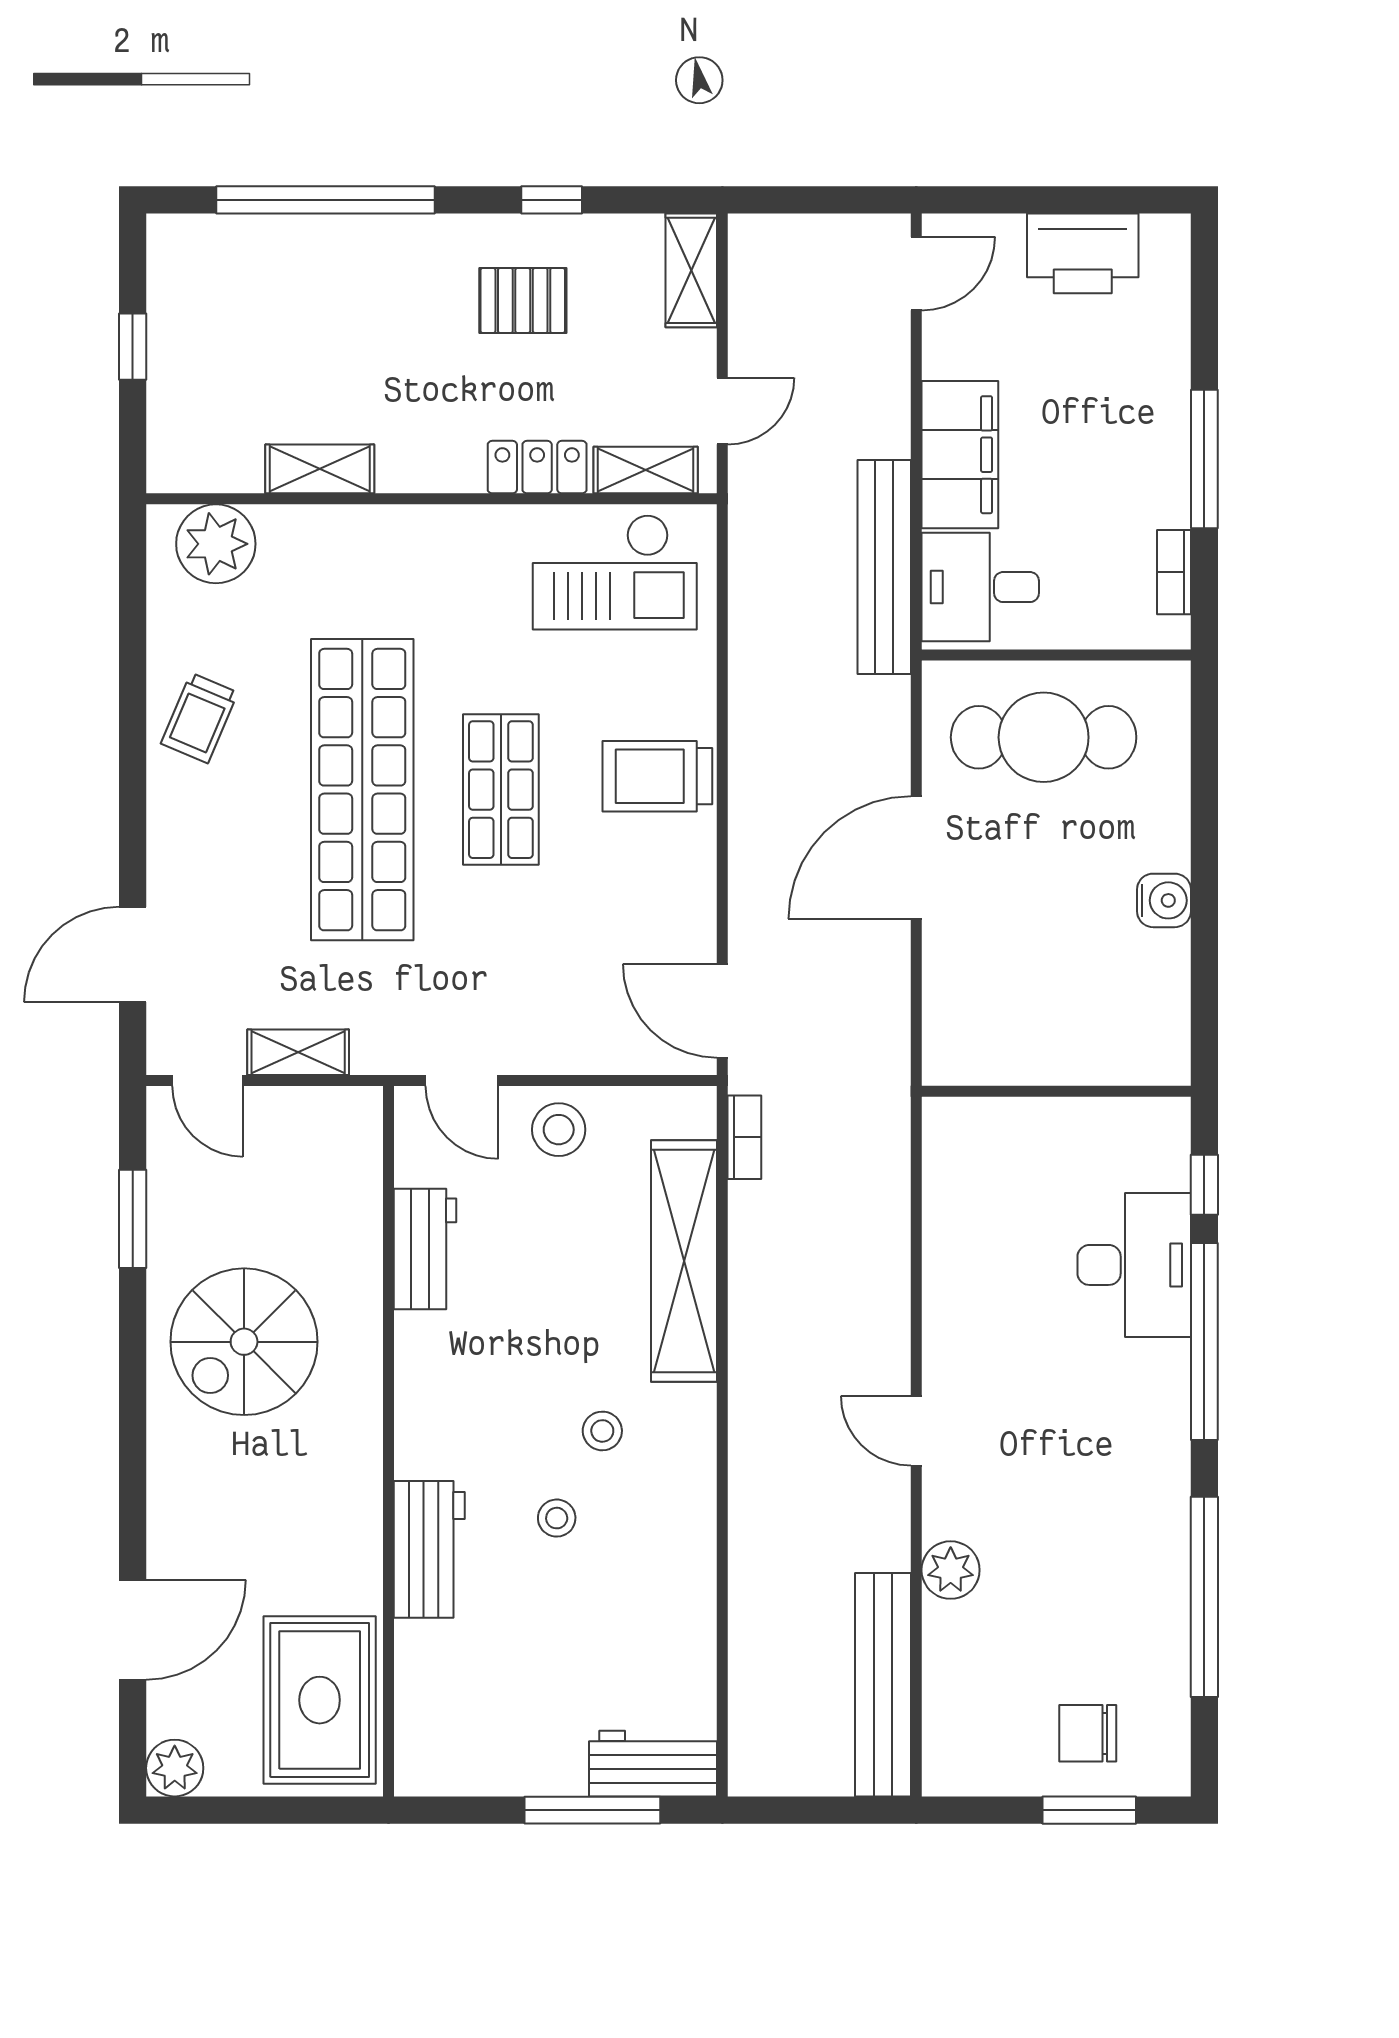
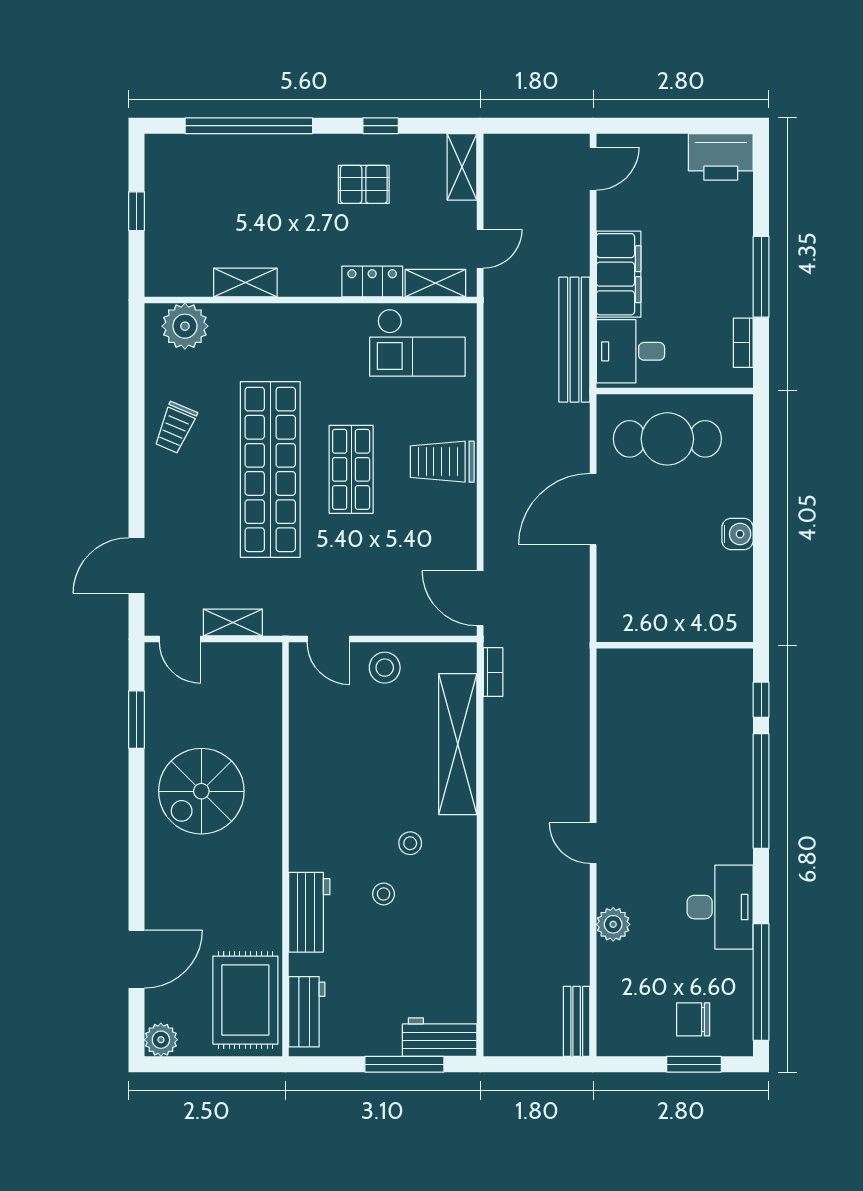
printer: (1083, 253) -> (721, 157), moved
workbench: (425, 1249) -> (307, 1012), moved
desk: (1134, 1265) -> (720, 907), moved
window: (1204, 1597) -> (761, 982), moved
bench: (883, 1685) -> (577, 1021), width x0.54, depth x0.82

